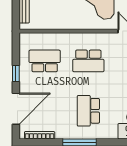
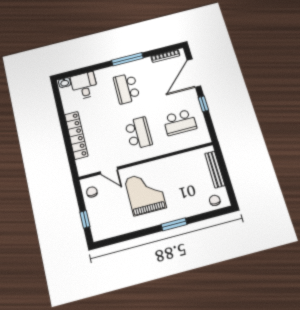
school desk: (88, 61) -> (138, 133), turned 90
school desk: (88, 111) -> (127, 88), turned 180

